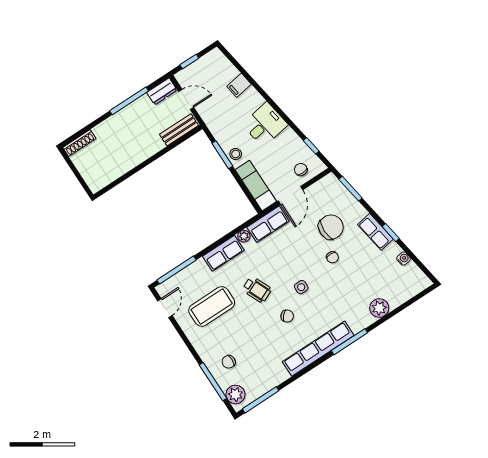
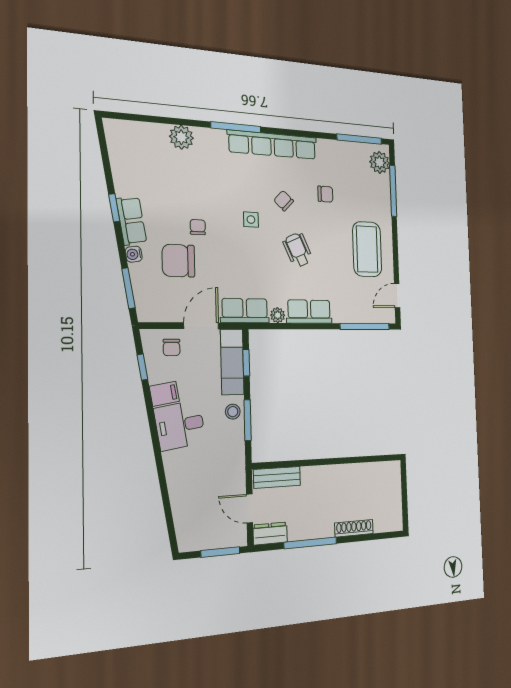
window: (189, 61) -> (220, 552), width x1.50
filing cabinet: (239, 85) -> (164, 394), moved
shoe rack: (79, 143) -> (354, 528), moved
window: (246, 191) -> (246, 363), added
water cooler: (404, 259) -> (134, 254), moved
coffee table: (212, 306) -> (367, 249), moved, turned 90
chair: (229, 362) -> (325, 194), moved

